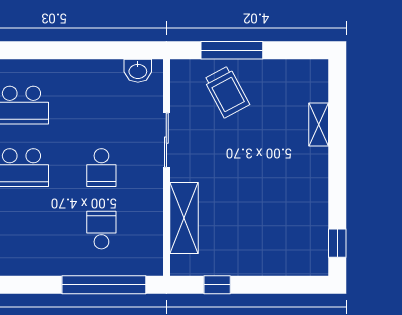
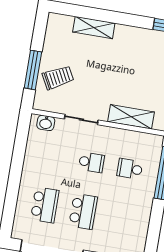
washbasin: (138, 71) -> (46, 123), moved, turned 90
shelving: (319, 124) -> (94, 27), width x1.50, depth x1.33

